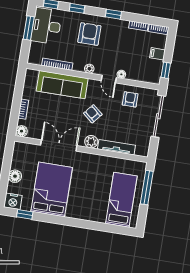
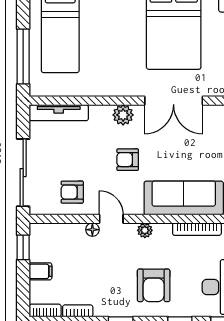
armchair: (130, 99) -> (72, 192), turned 90
armchair: (93, 114) -> (128, 160), turned 140
tv unit: (116, 147) -> (59, 113), moved

